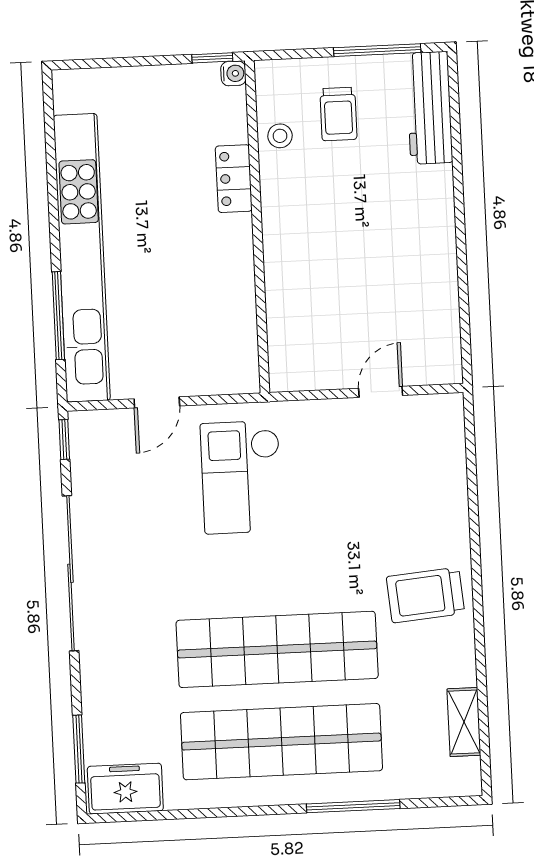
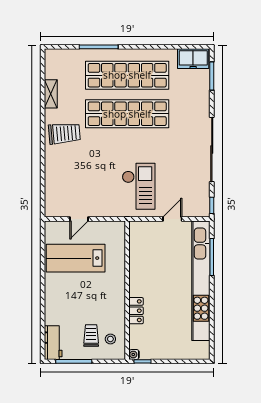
workbench: (429, 108) -> (53, 343), width x0.73
stool: (280, 136) -> (110, 339), moved
lab bench: (385, 298) -> (76, 258), added
shelving: (464, 722) -> (51, 94), moved

